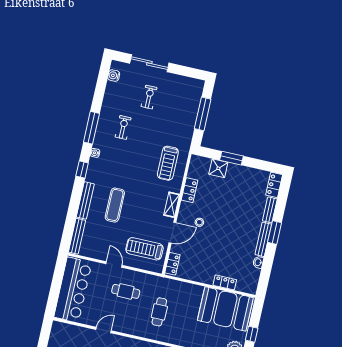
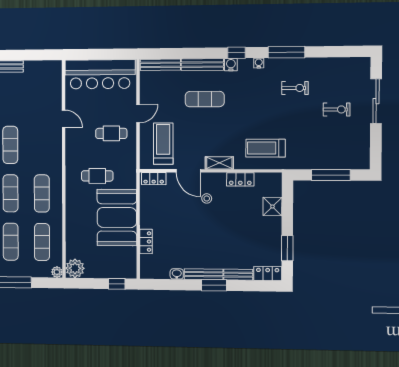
water cooler: (114, 76) -> (231, 65), moved
window: (231, 158) -> (287, 248), moved
cafe table: (126, 291) -> (111, 133), turned 90
booth: (225, 309) -> (117, 218), moved
window: (252, 334) -> (117, 284), moved

